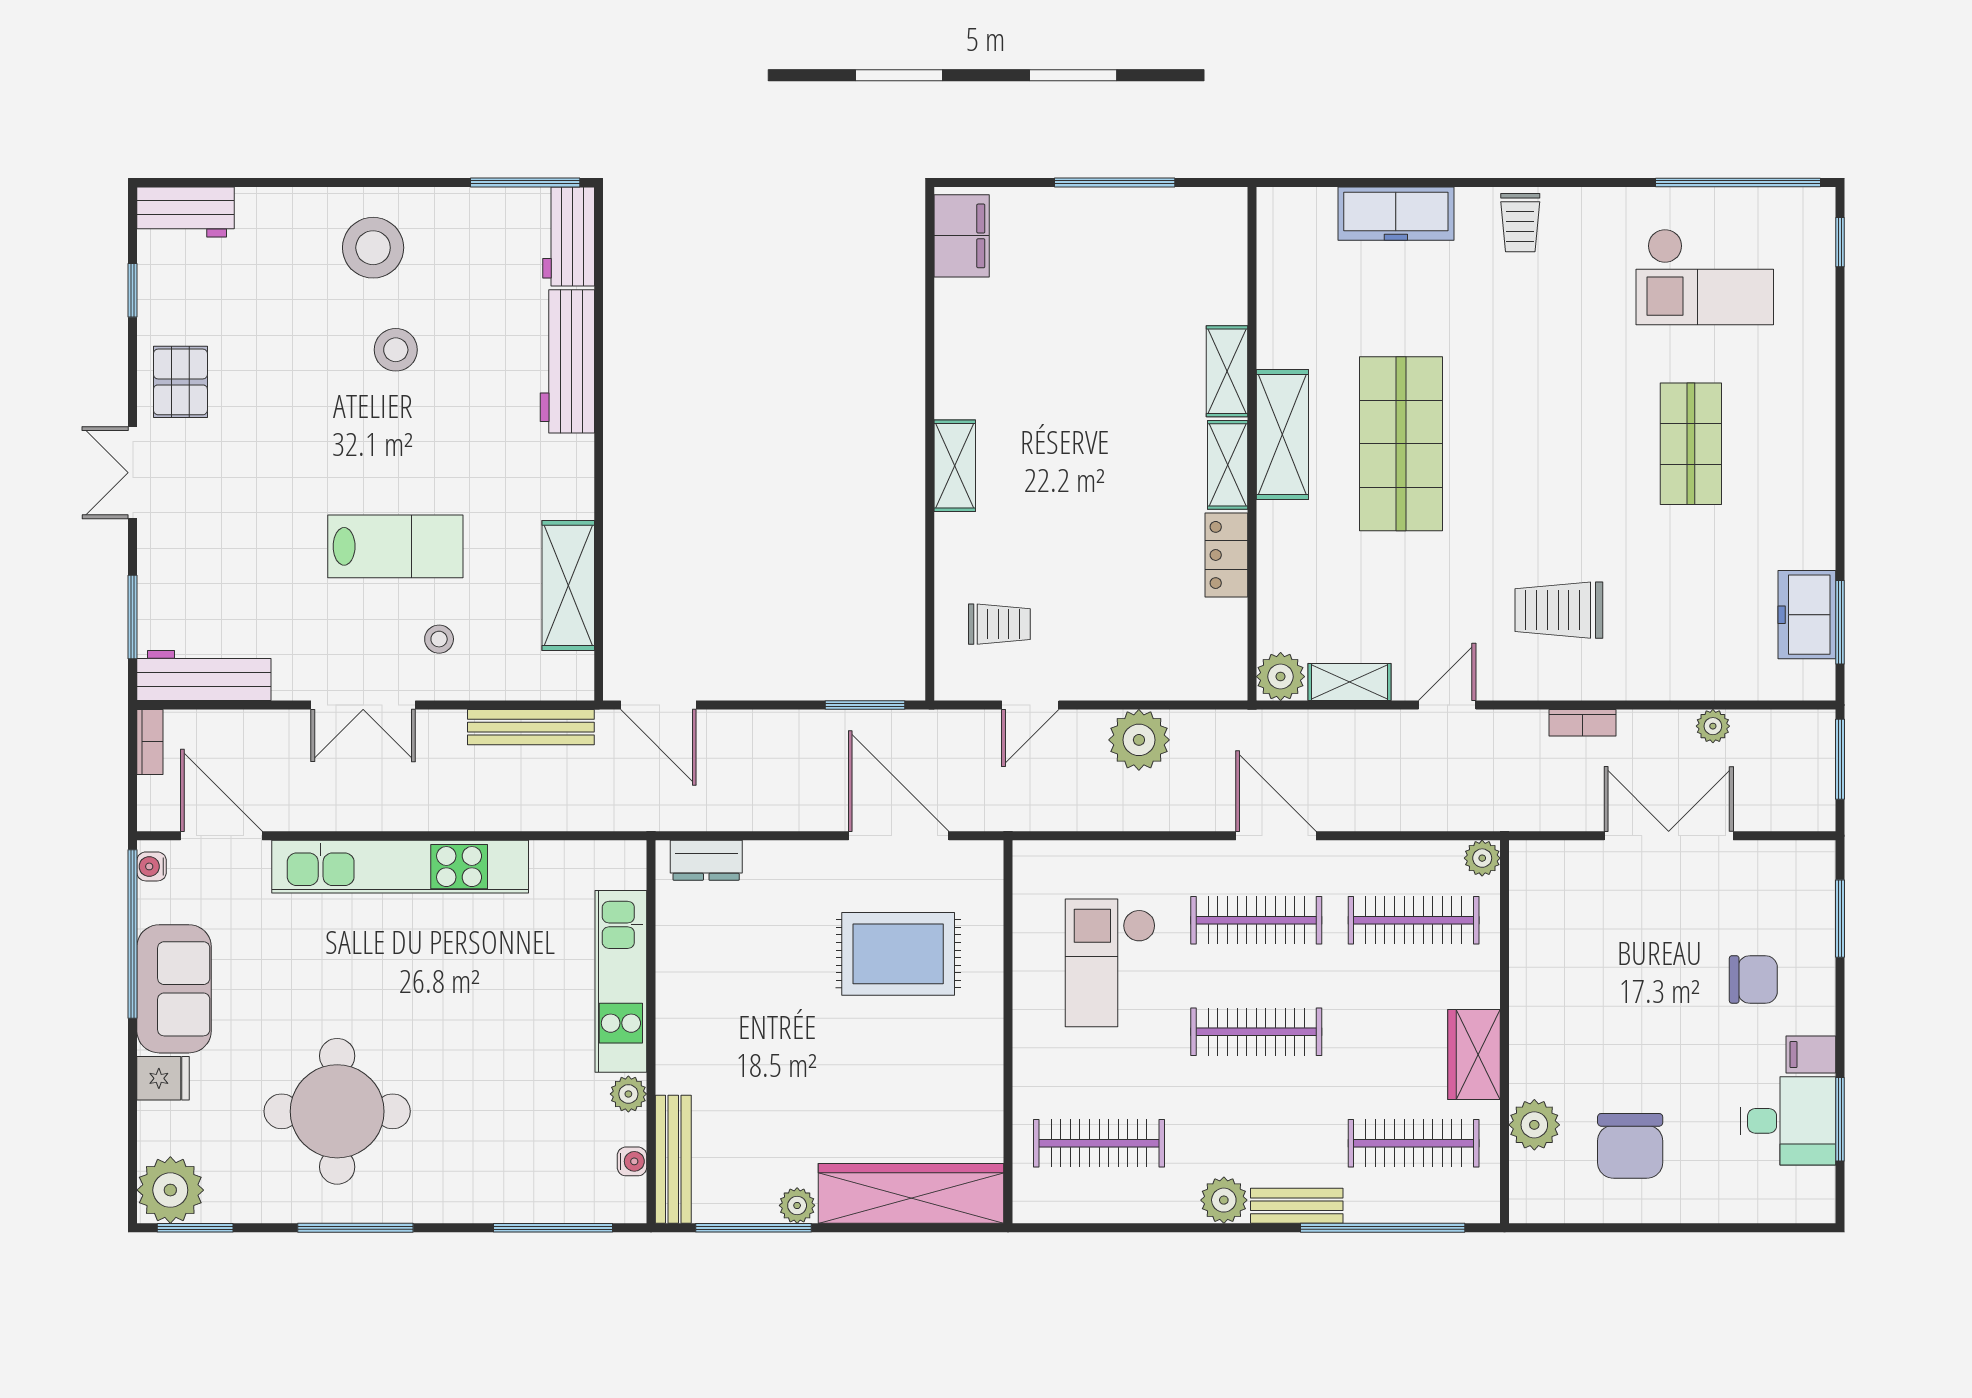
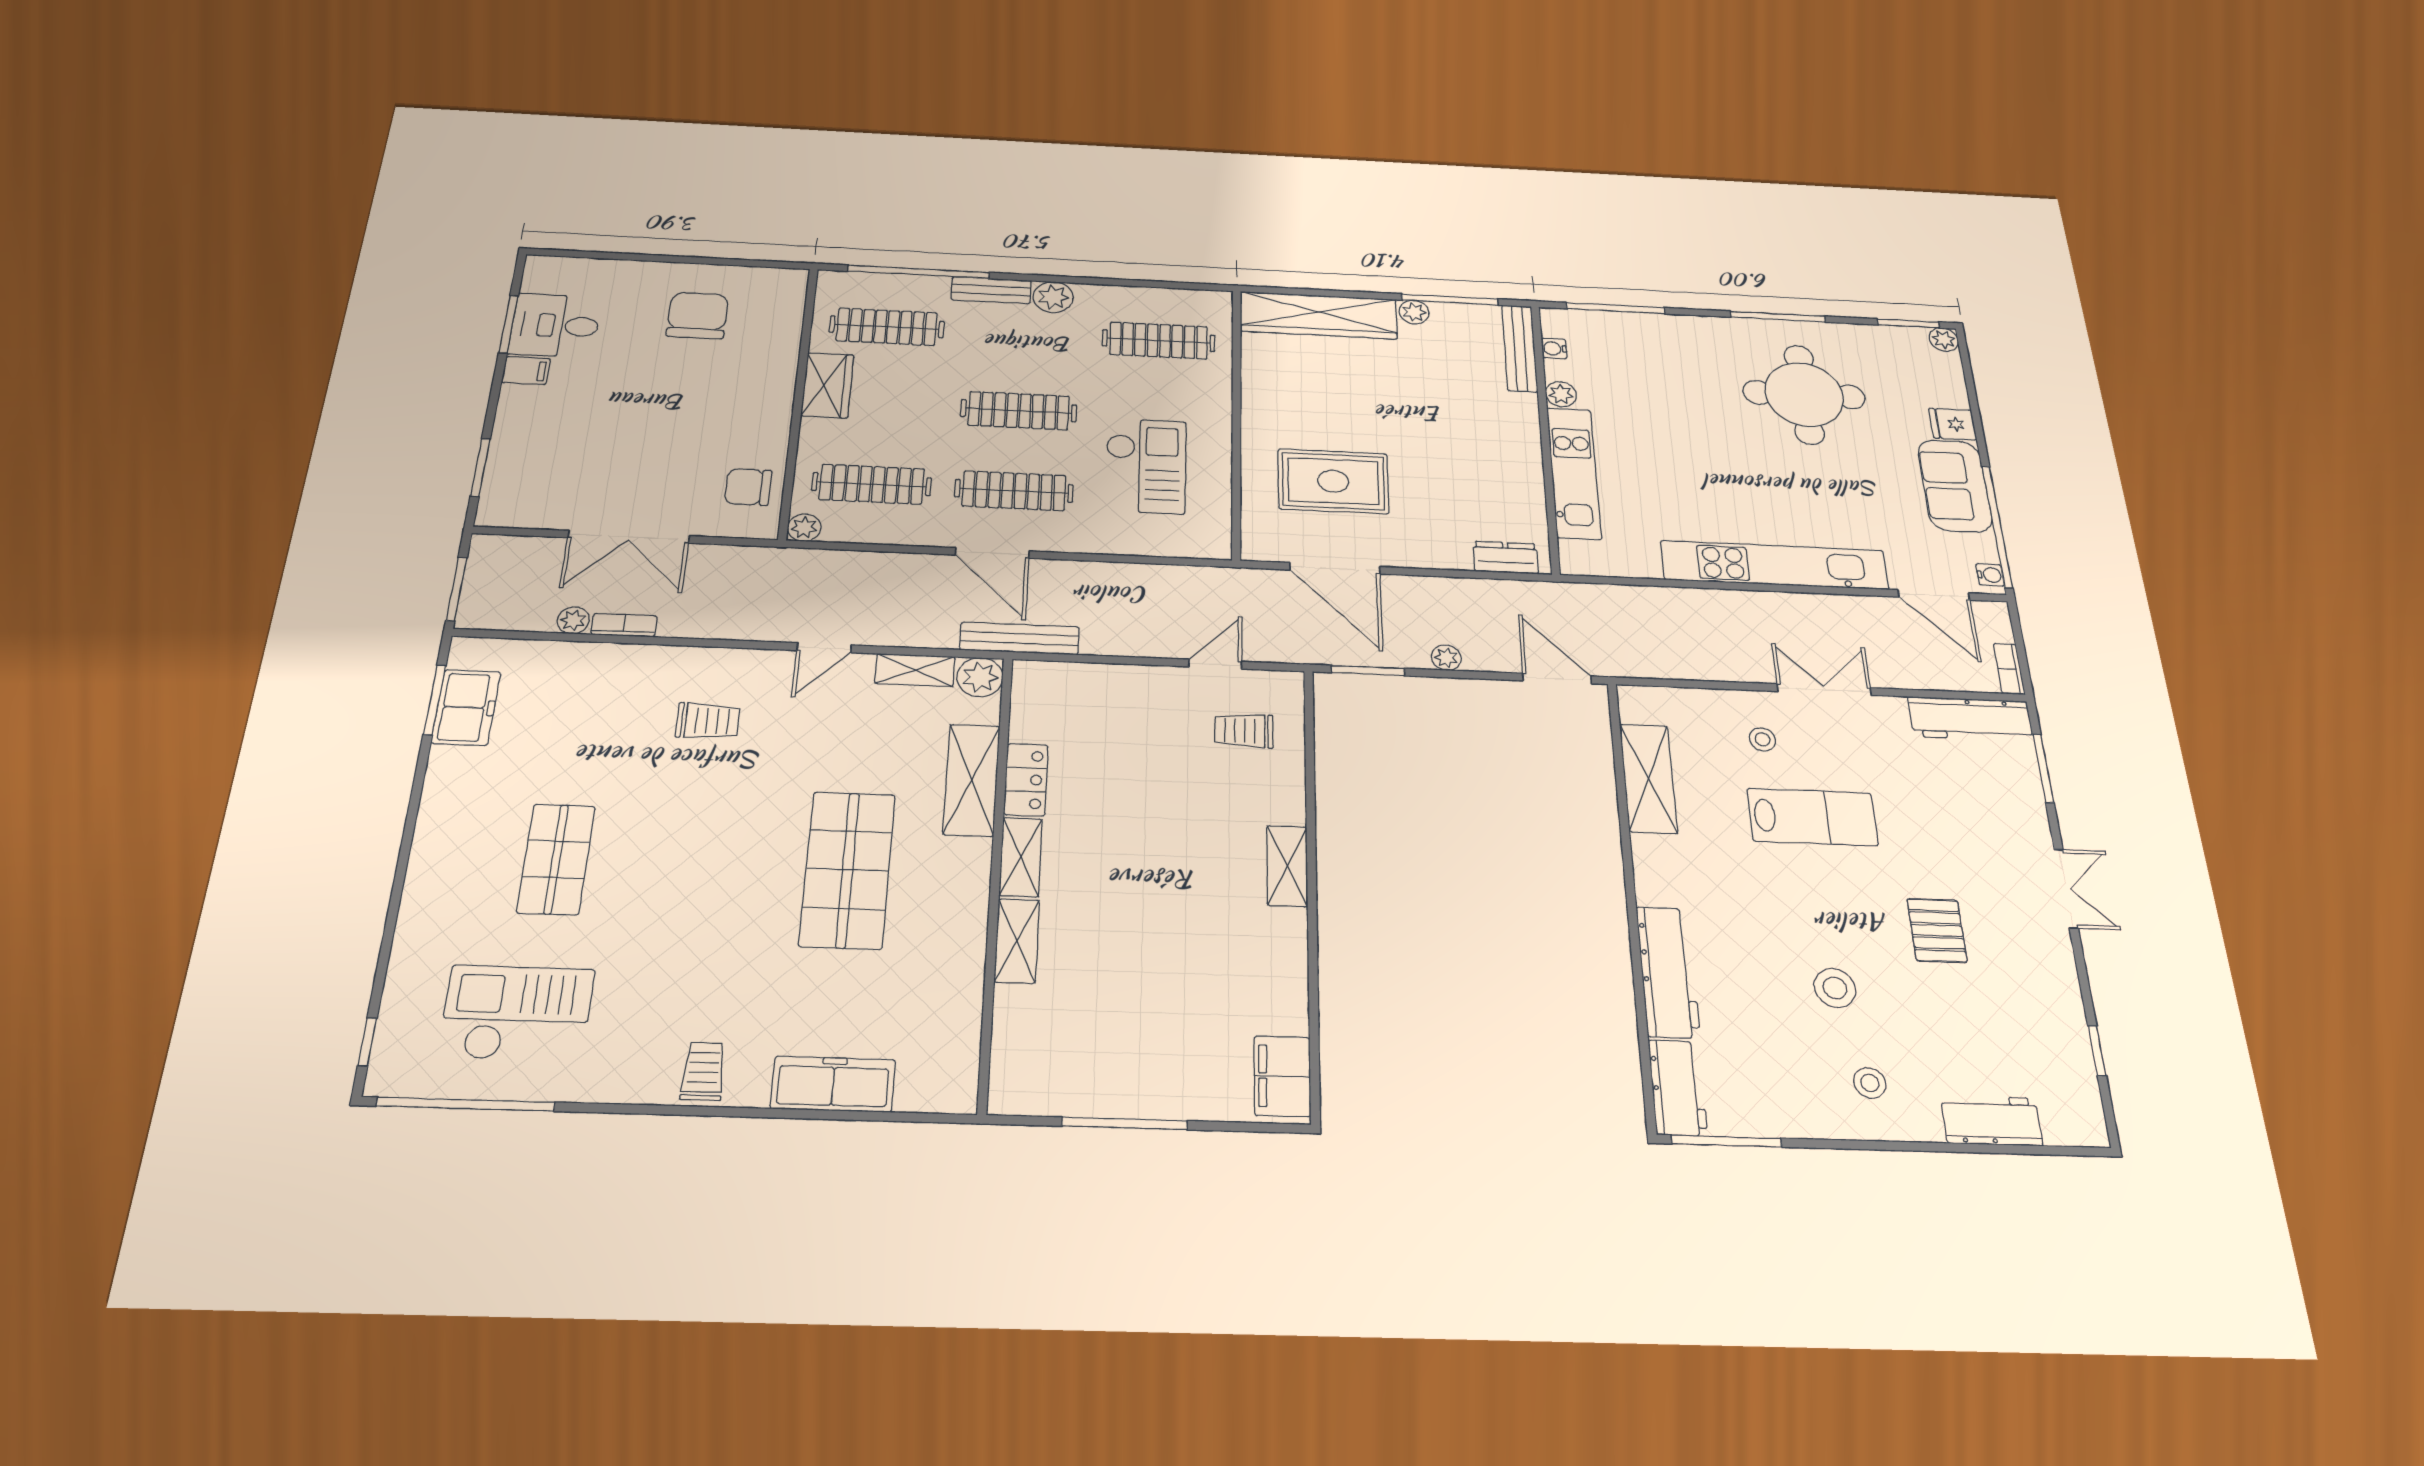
workbench: (186, 212) -> (1991, 1121), moved
stool: (373, 248) -> (1870, 1083), width x0.53, depth x0.53
pallet: (180, 382) -> (1937, 930), moved
shelving: (1282, 434) -> (972, 780), moved
lab bench: (395, 546) -> (1812, 817), turned 180
trolley: (1559, 610) -> (708, 721), width x0.73, depth x0.72
bookcase: (1582, 723) -> (624, 625), moved
bench: (531, 727) -> (1019, 638), moved
plant: (1139, 740) -> (1446, 658), moved, width x0.53, depth x0.53
chair: (1753, 979) -> (748, 487), moved
plant: (1534, 1125) -> (780, 334), removed
plant: (170, 1190) -> (1944, 340), width x0.53, depth x0.53

